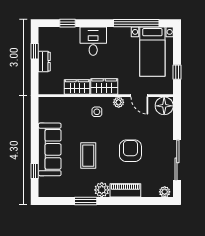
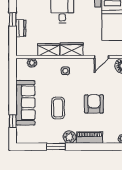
door: (139, 96) -> (101, 57), hinge flipped
plant: (119, 102) -> (32, 63), moved

